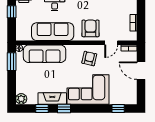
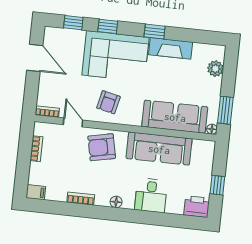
armchair: (91, 28) -> (102, 147), turned 78
door: (111, 43) -> (73, 122), hinge flipped
door: (141, 71) -> (35, 58), moved
plant: (21, 99) -> (215, 69), moved
window: (42, 108) -> (108, 26), moved

